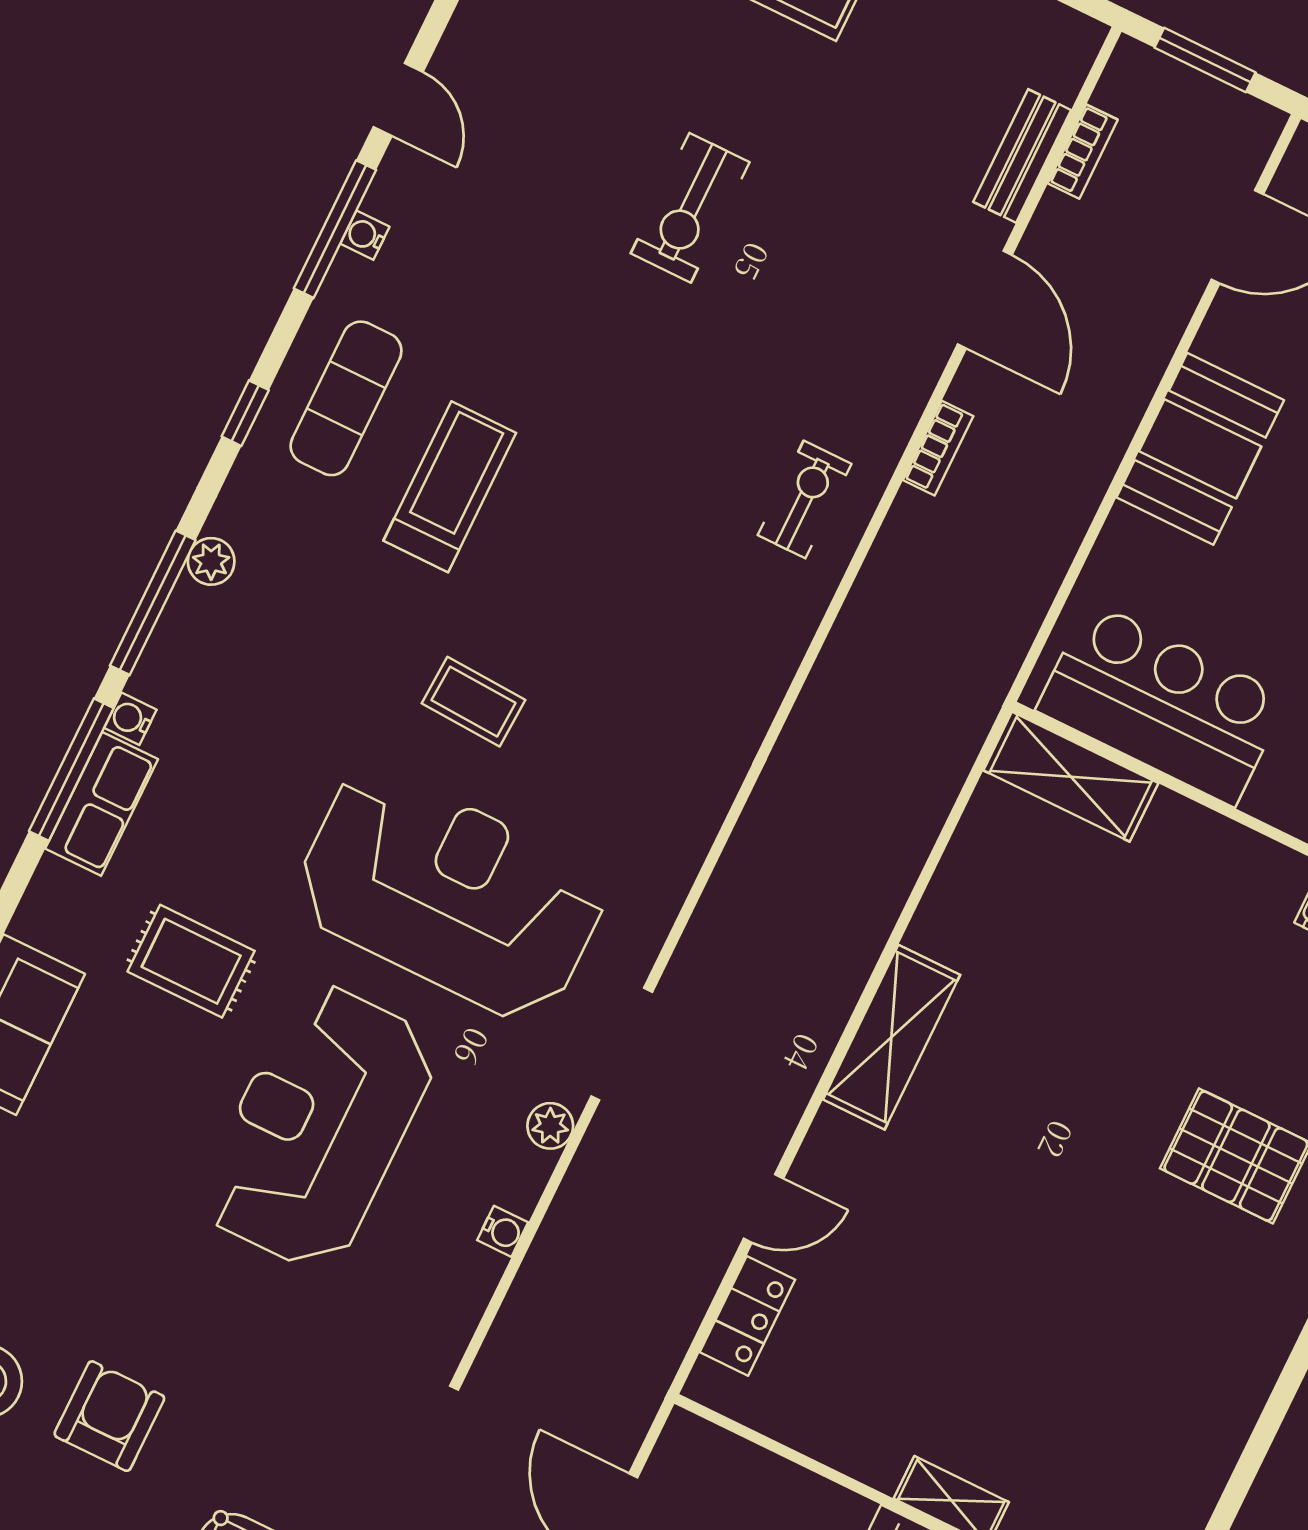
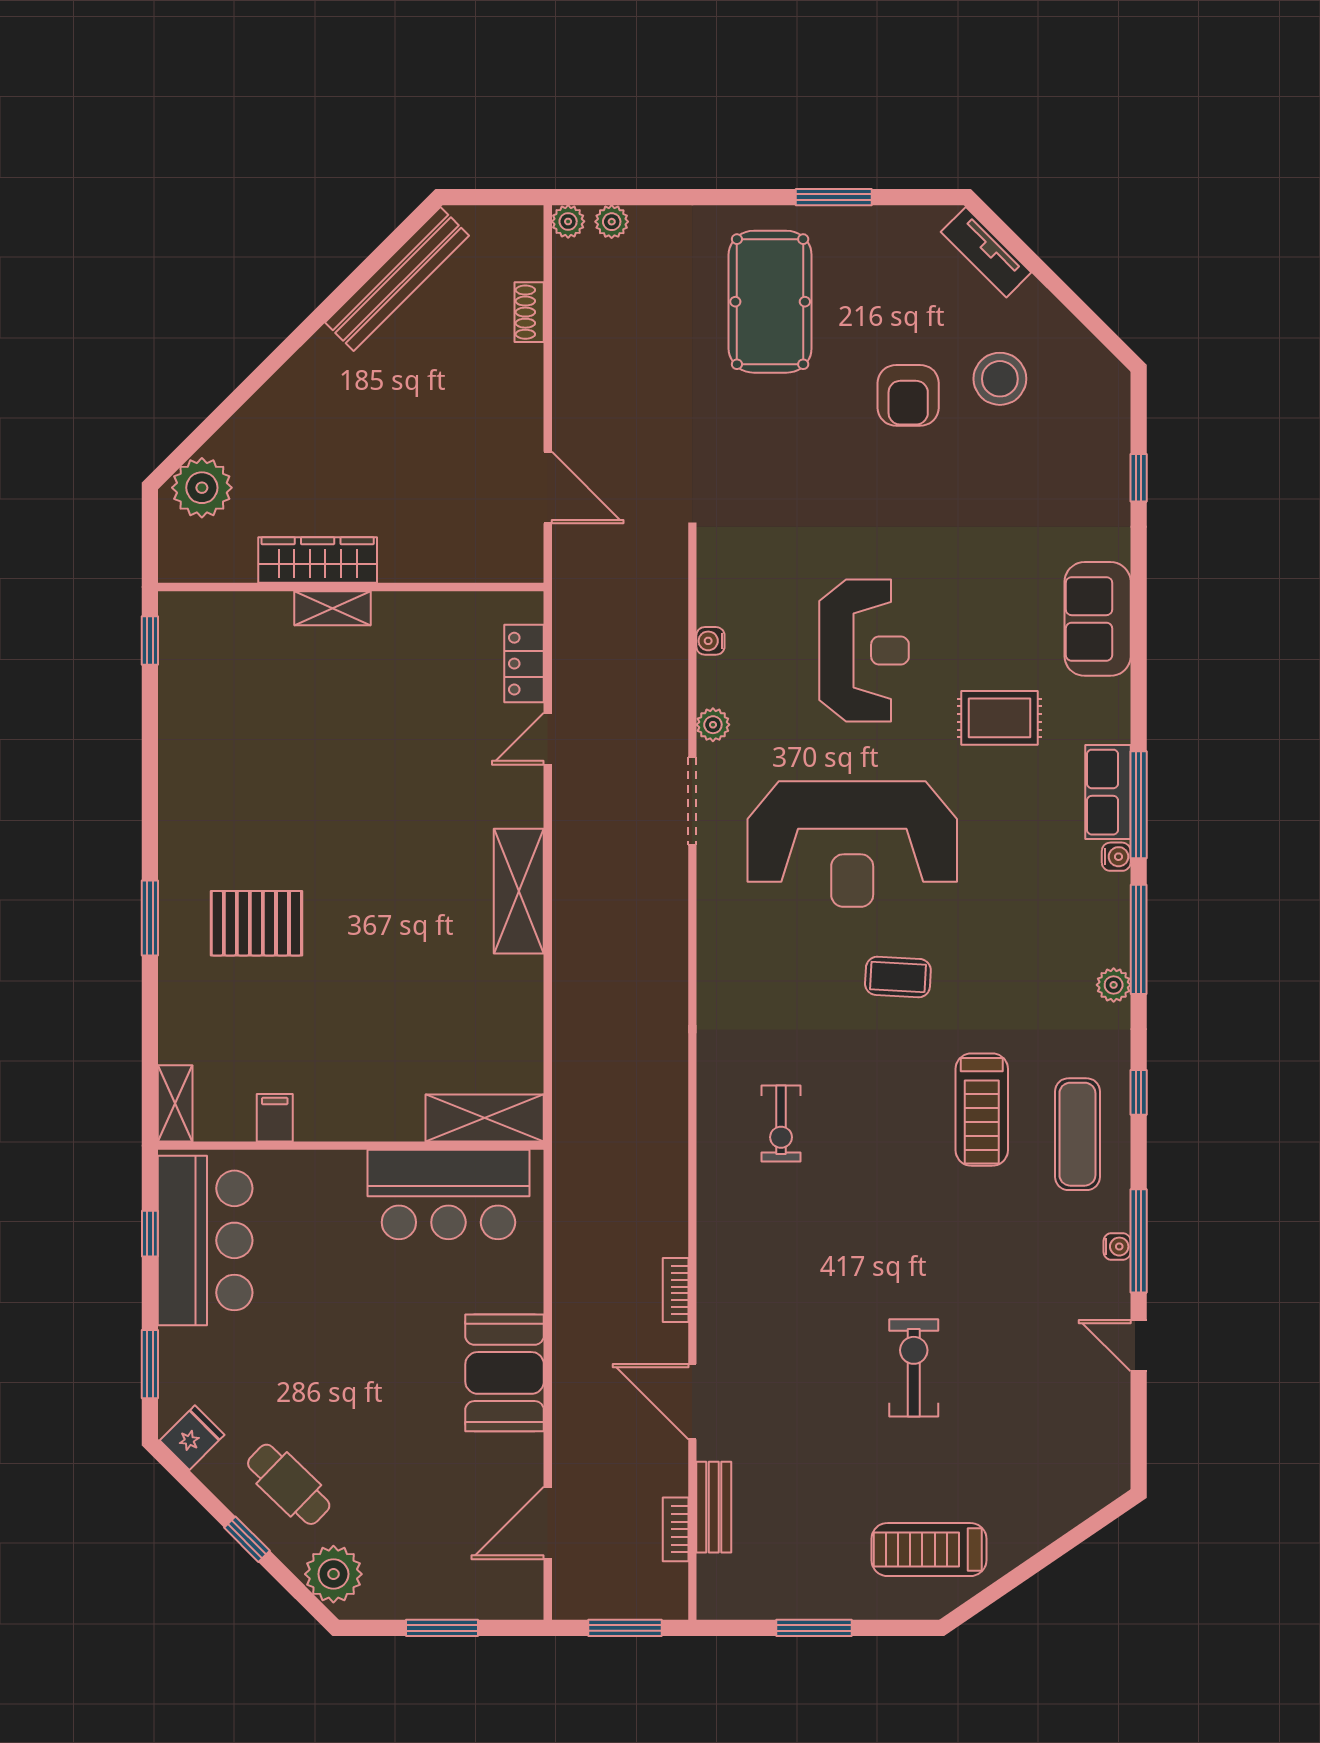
exercise bike: (805, 499) -> (781, 1123), moved
reception desk: (318, 1127) -> (864, 650), width x0.74, depth x0.77

